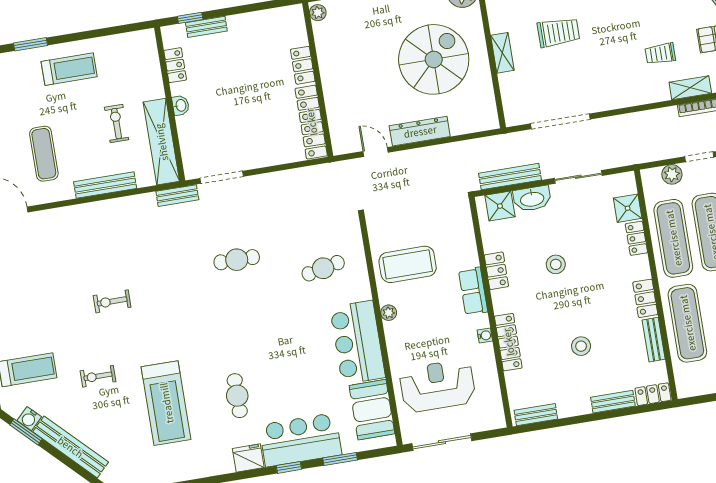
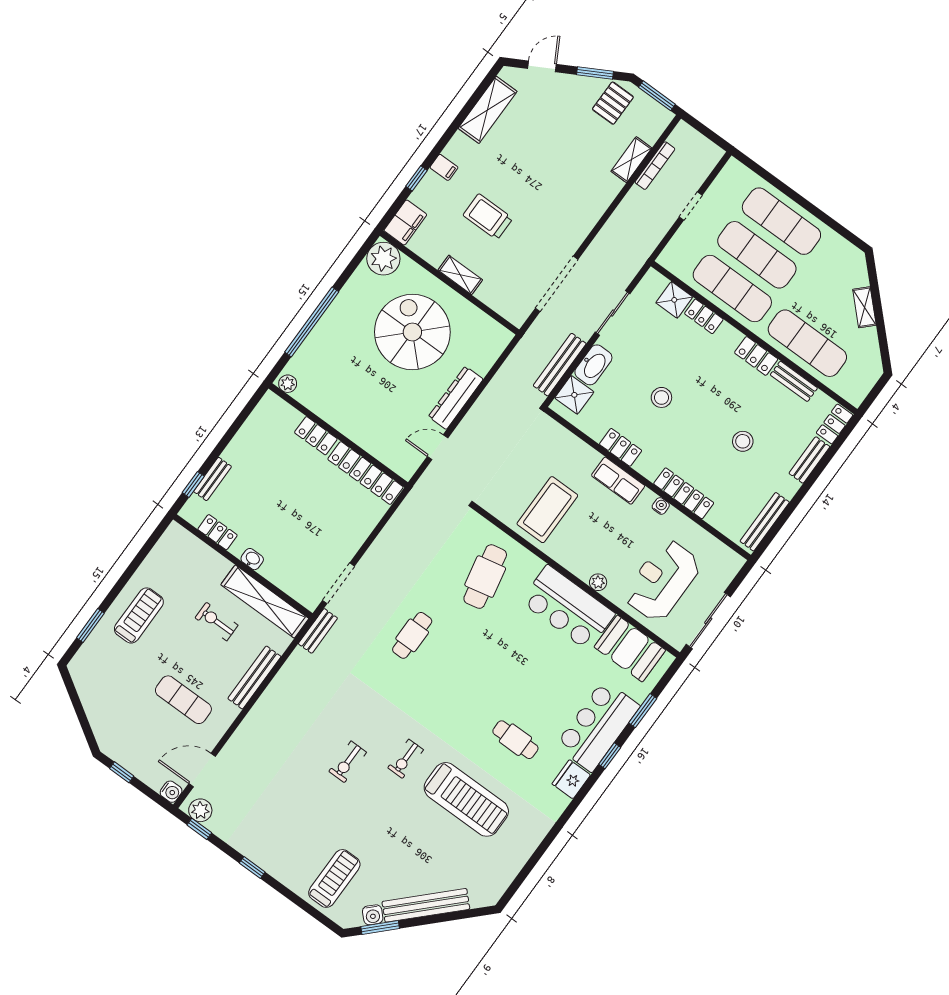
trolley: (558, 32) -> (488, 217), turned -90
trolley: (660, 54) -> (582, 156), removed
plant: (672, 174) -> (683, 240), removed
cafe table: (323, 268) -> (485, 577), width x1.37, depth x1.35
plant: (389, 313) -> (598, 582), moved
exercise bike: (98, 376) -> (406, 759), moved
bench: (536, 415) -> (765, 522), width x1.36

